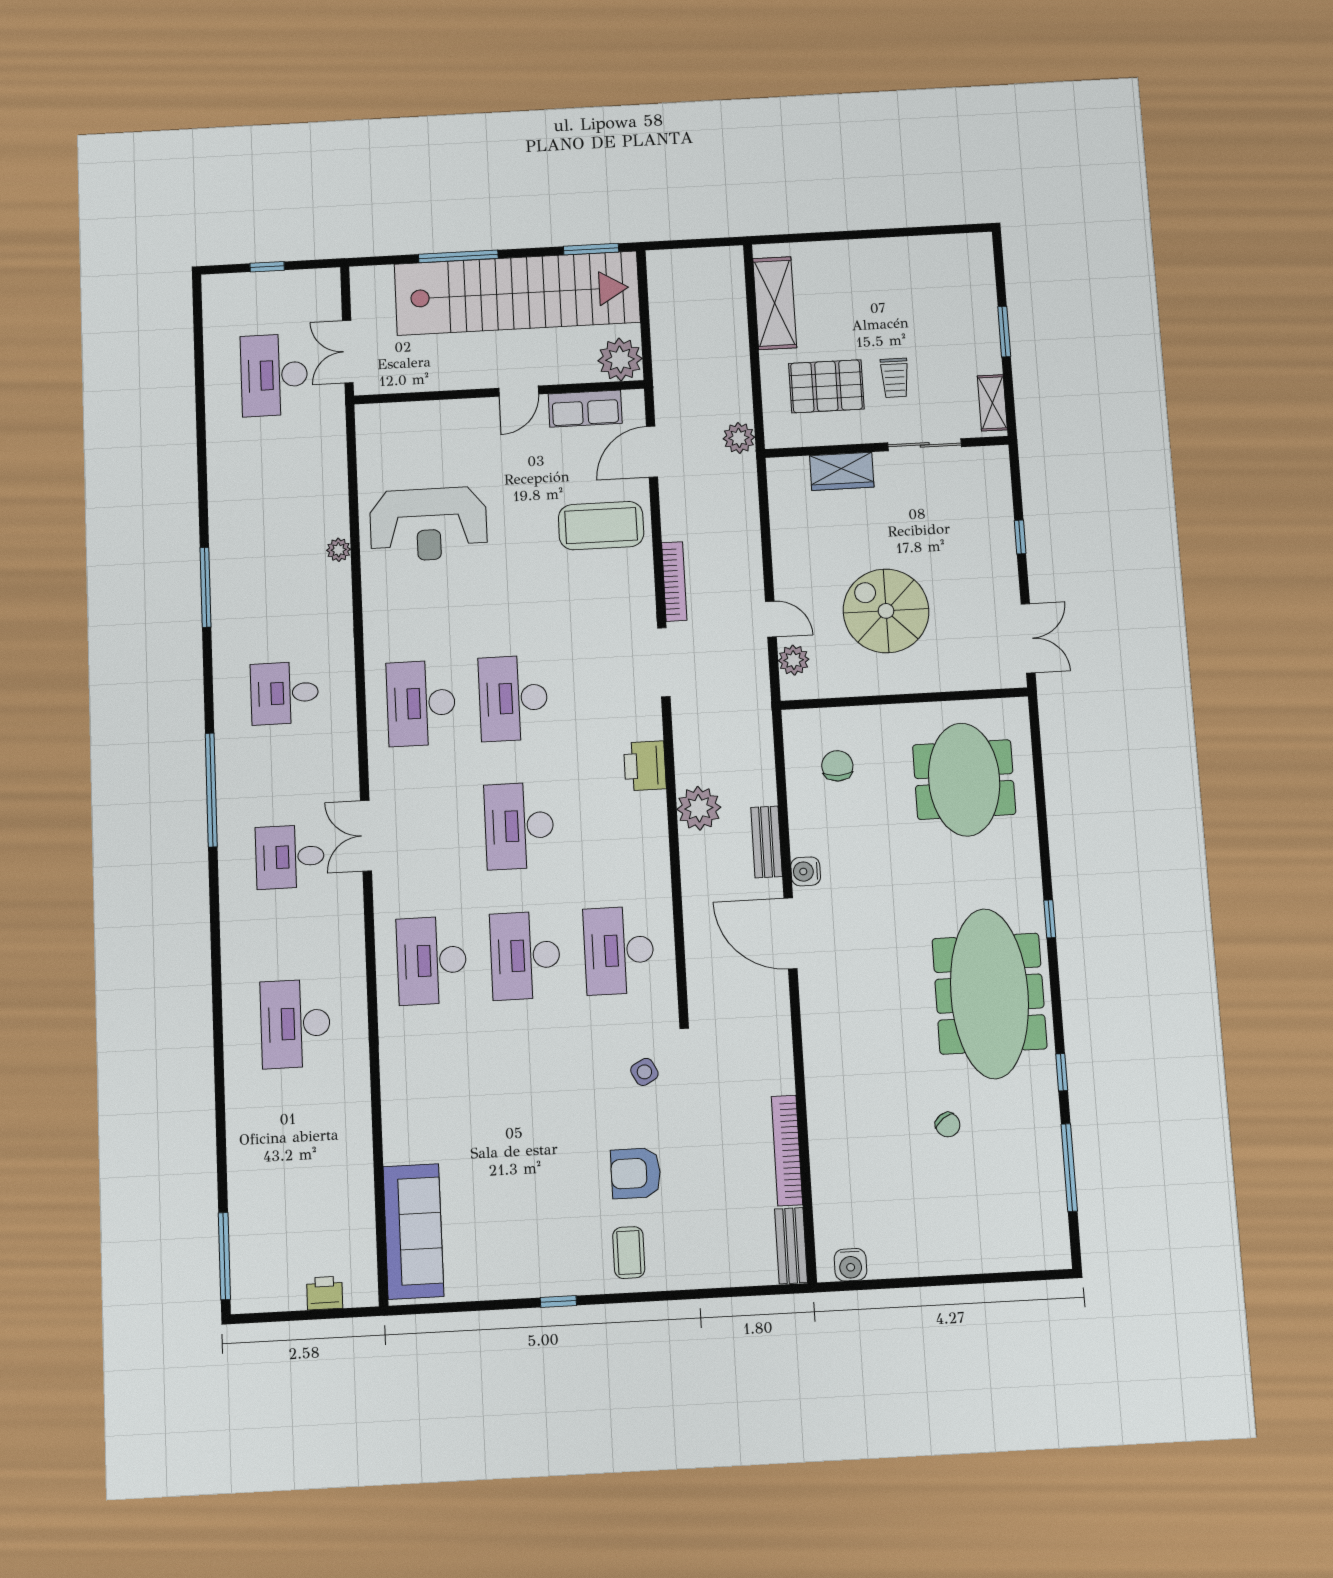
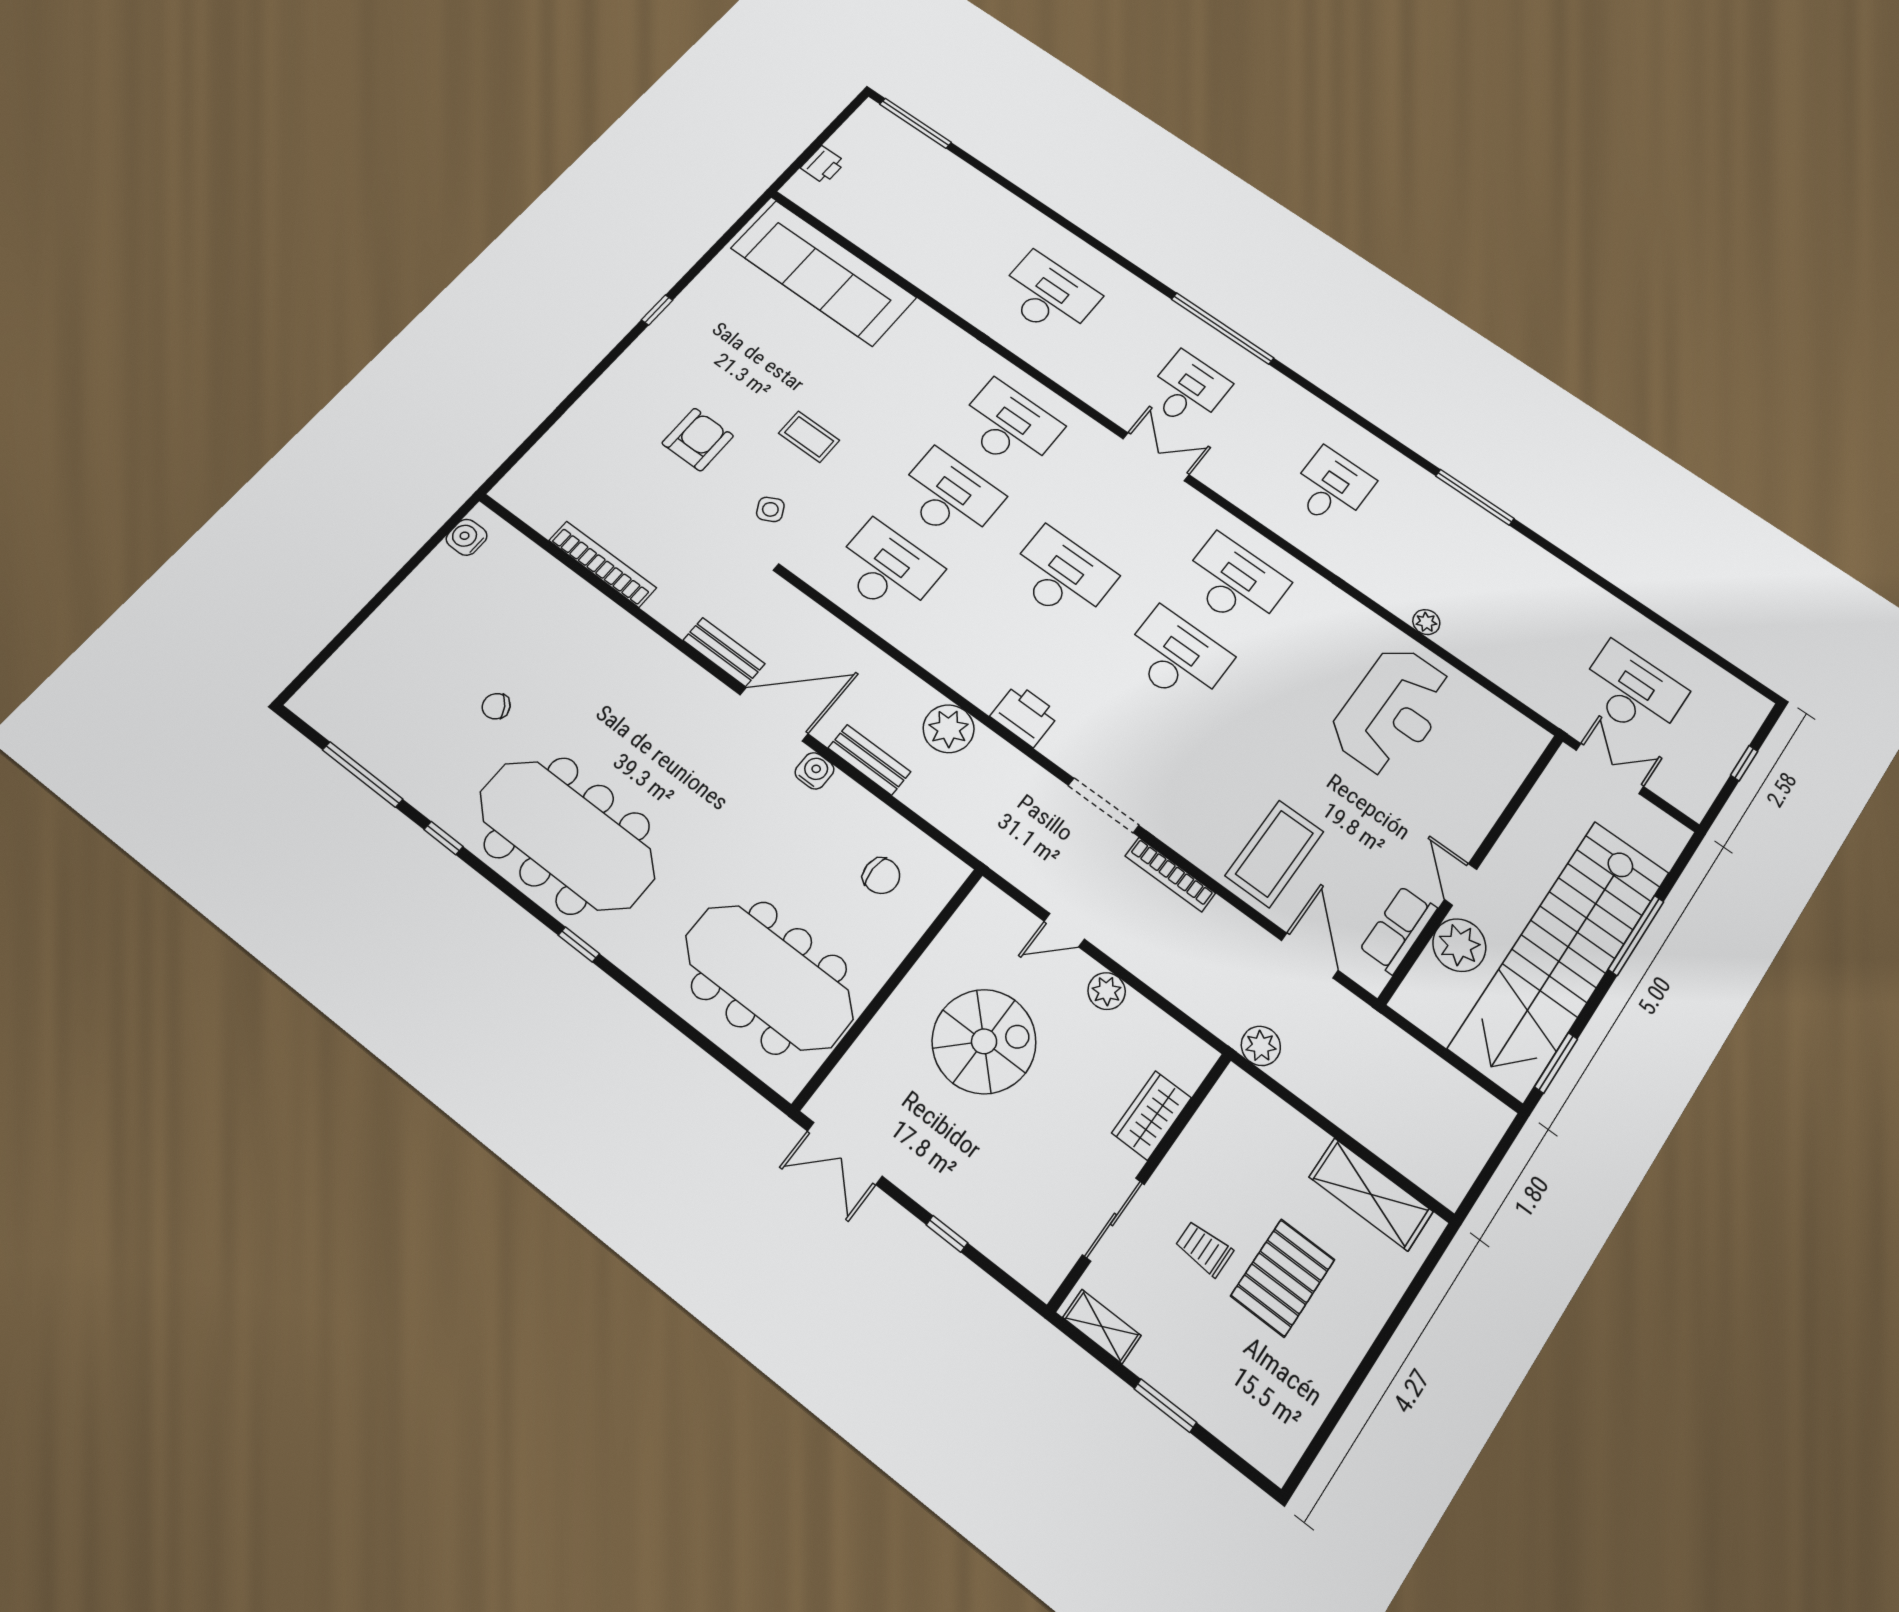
plant: (620, 360) -> (1459, 945), moved
pallet: (826, 386) -> (1283, 1278), moved
reception desk: (428, 524) -> (1392, 711), turned 180
plant: (794, 660) -> (1107, 991), moved
meeting table: (964, 780) -> (769, 977), width x1.36
window: (211, 790) -> (1222, 328), moved
sofa: (413, 1231) -> (823, 273), width x1.36, depth x1.27
bench: (791, 1246) -> (724, 652), moved
coffee table: (629, 1253) -> (809, 437), moved

